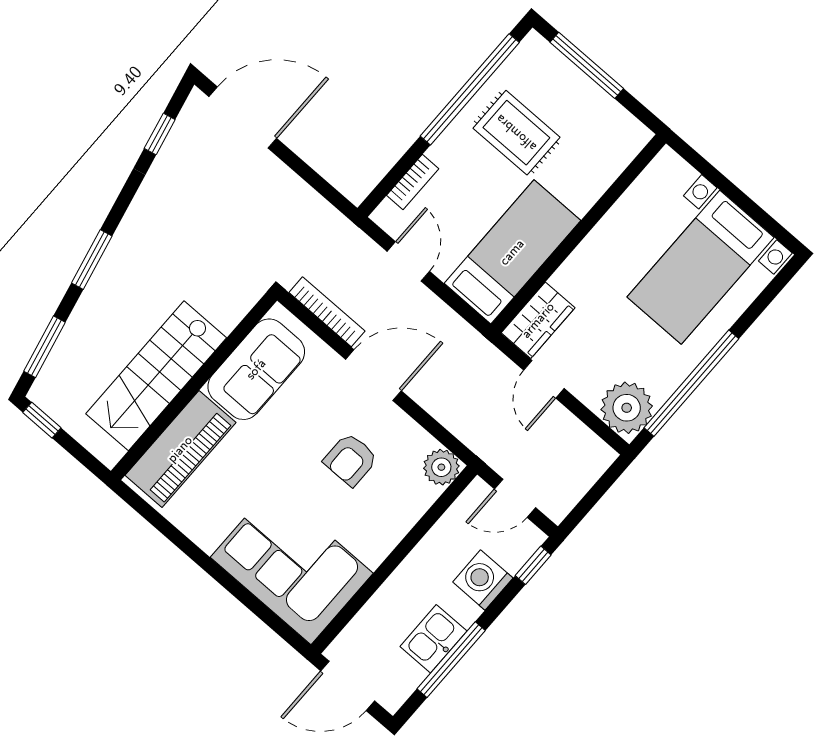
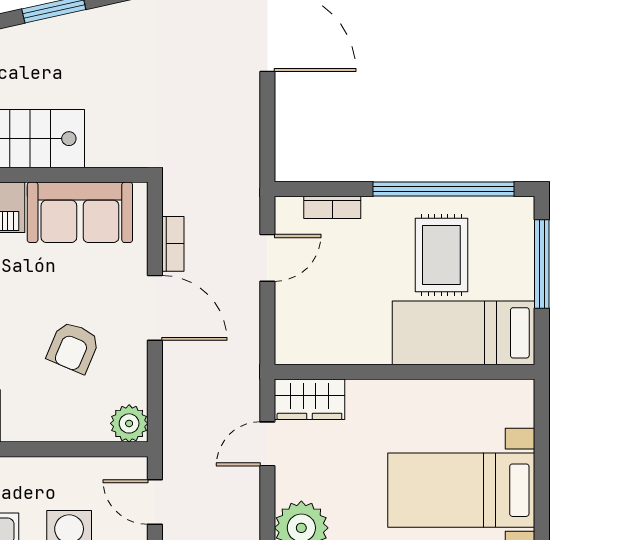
bed: (512, 252) -> (464, 333), moved, turned 180
bookcase: (327, 312) -> (173, 244), width x0.64
armchair: (350, 460) -> (73, 347), turned -67

